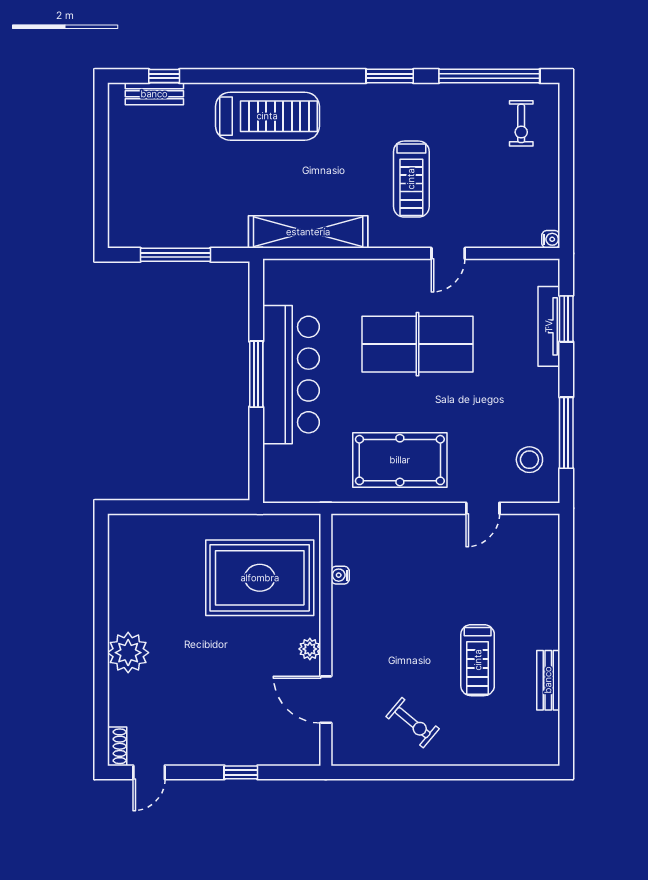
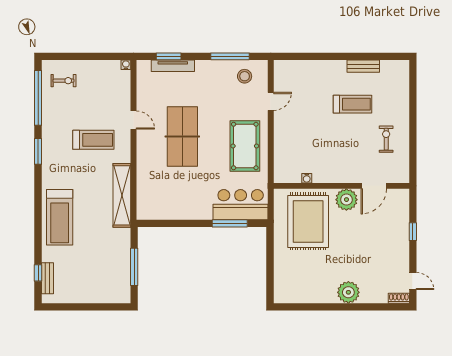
treadmill: (267, 116) -> (60, 217), turned 180
window: (256, 374) -> (230, 223), moved
bar counter: (291, 375) -> (241, 205), moved, width x0.73
door: (483, 508) -> (271, 101), hinge flipped
plant: (310, 649) -> (346, 200), width x1.87, depth x1.87
exercise bike: (413, 723) -> (386, 139), turned -40

